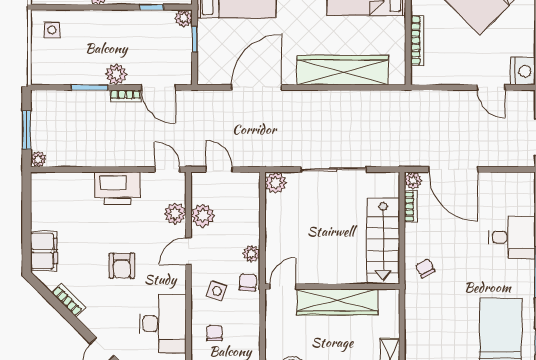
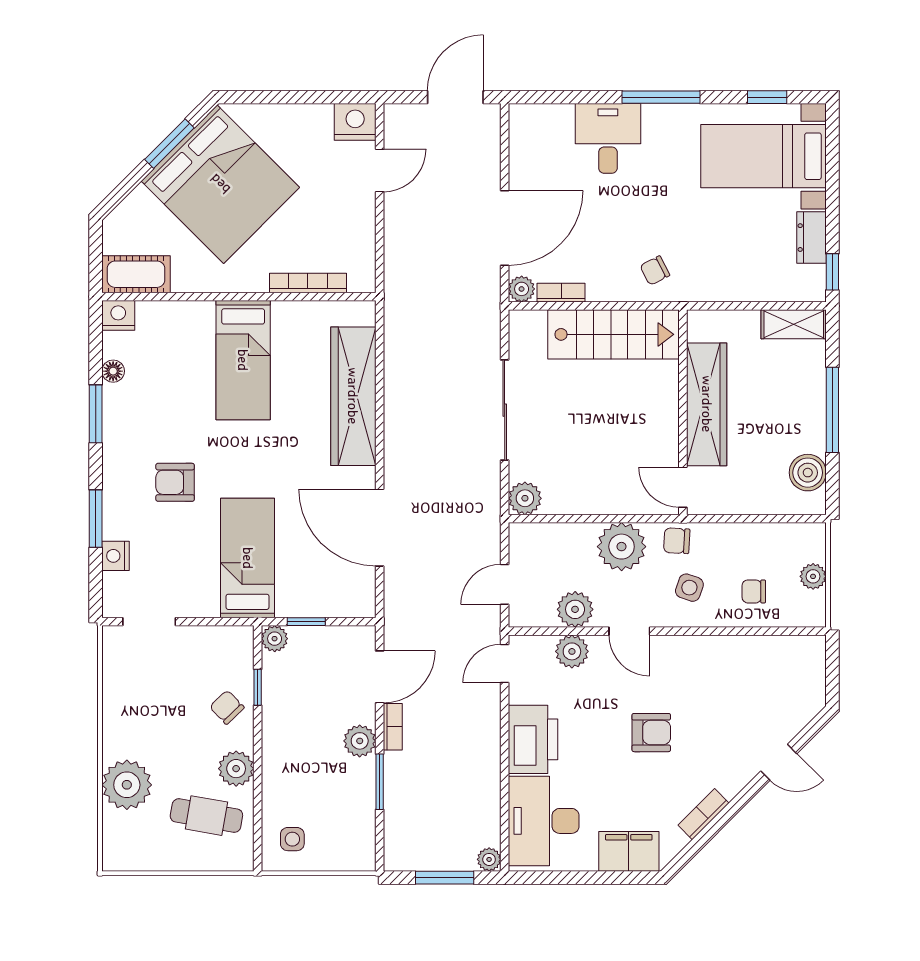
plant: (251, 254) -> (622, 547), width x1.87, depth x1.87
desk: (163, 324) -> (544, 821), moved, turned -90

